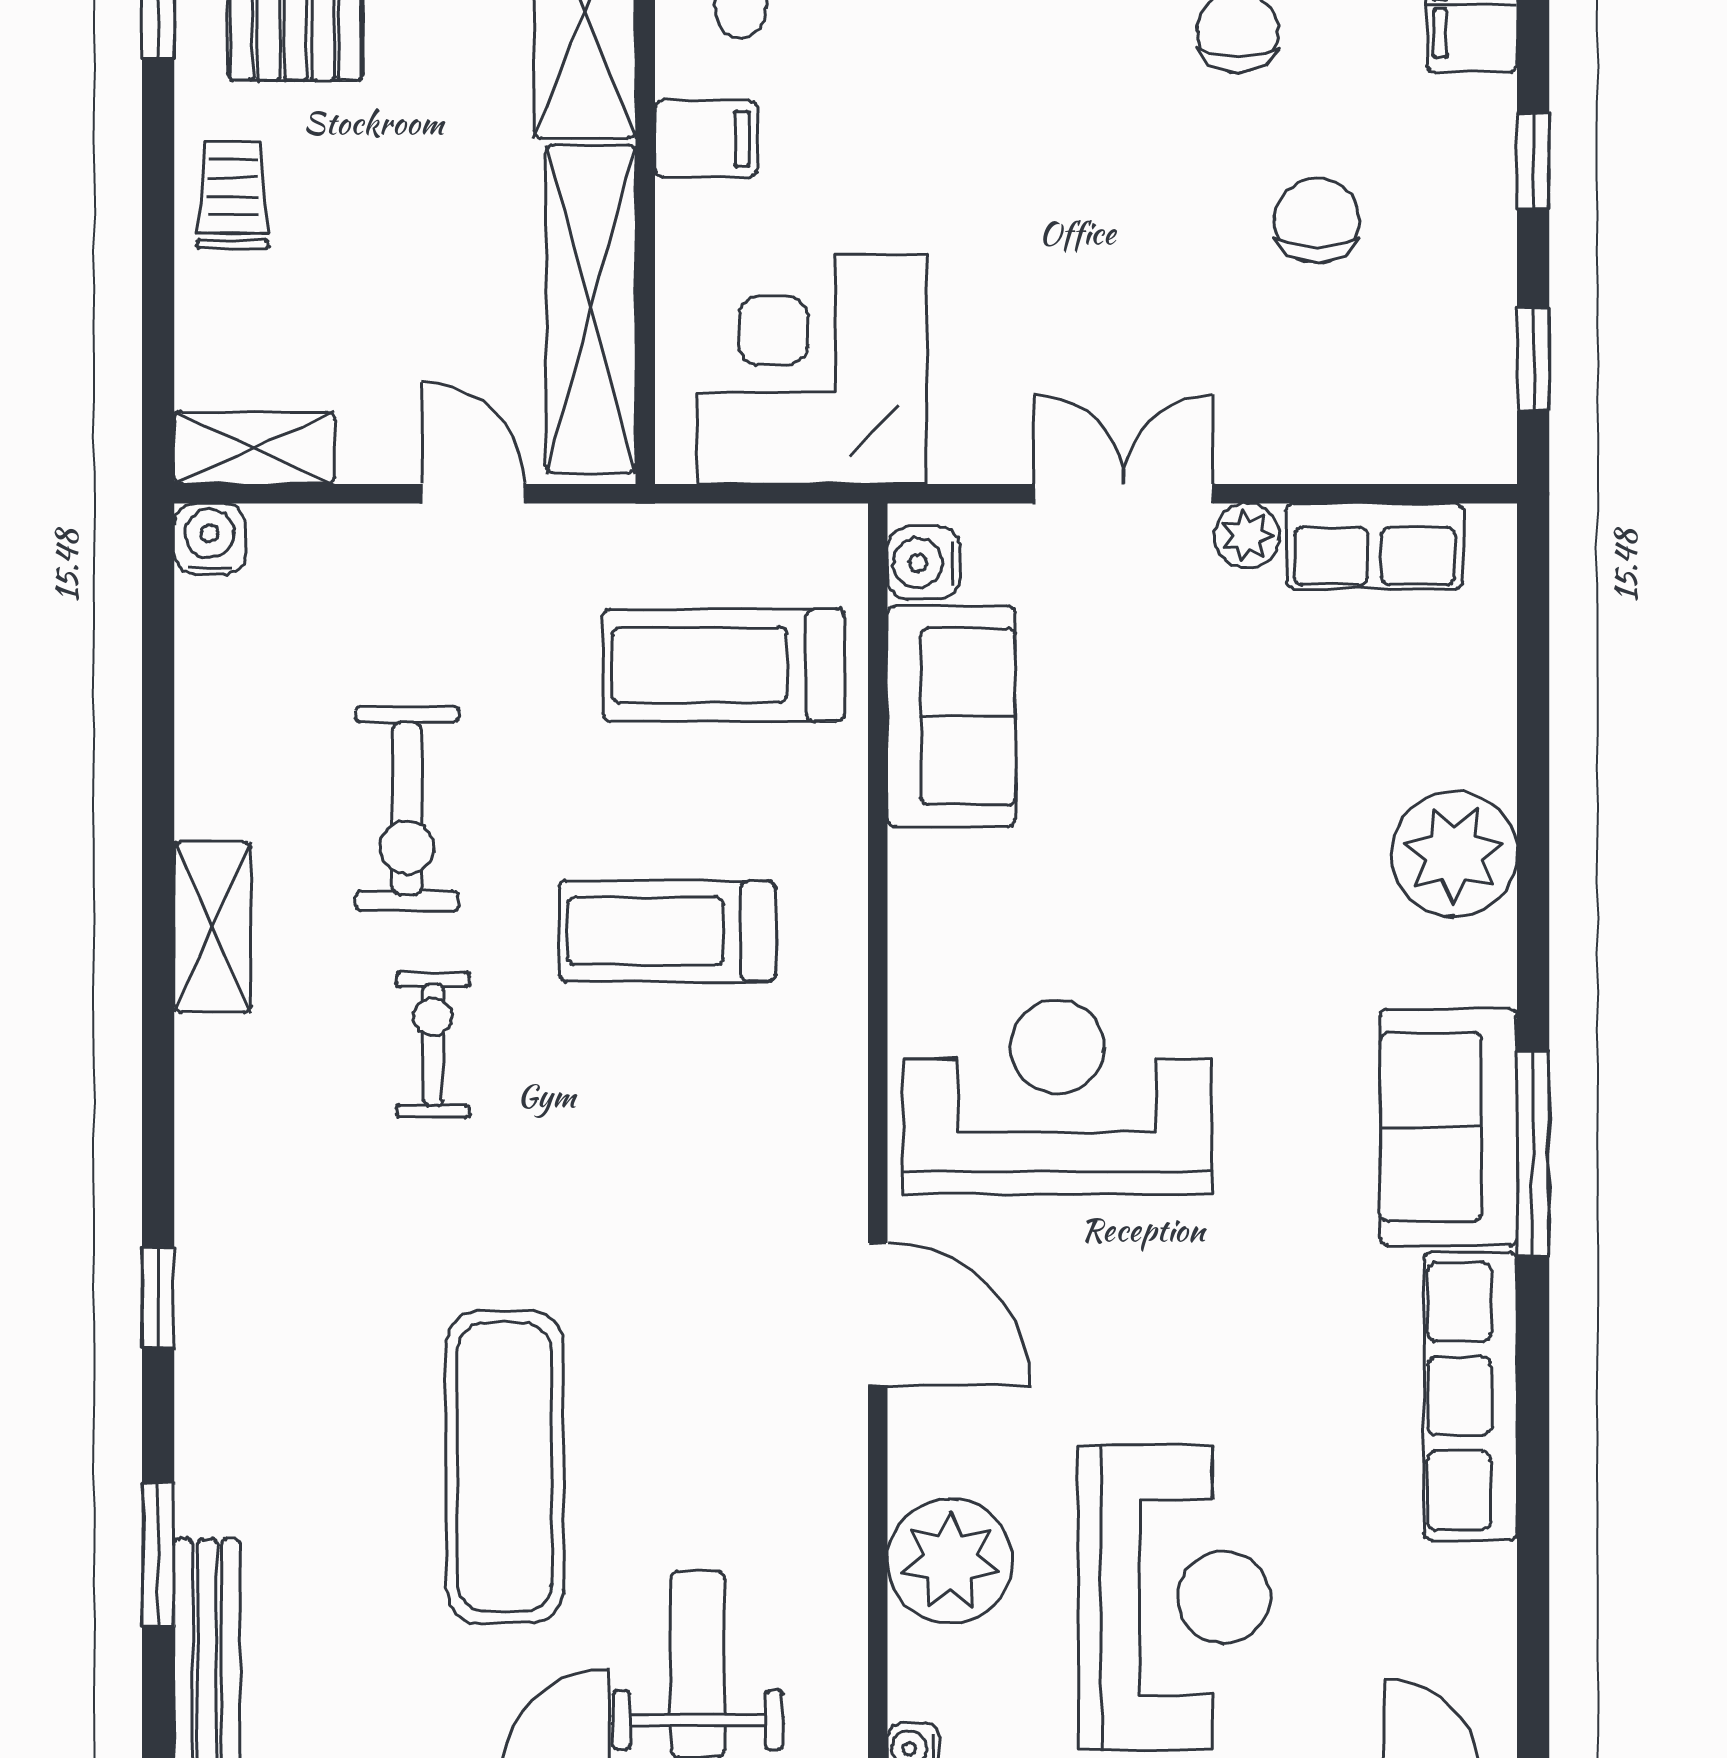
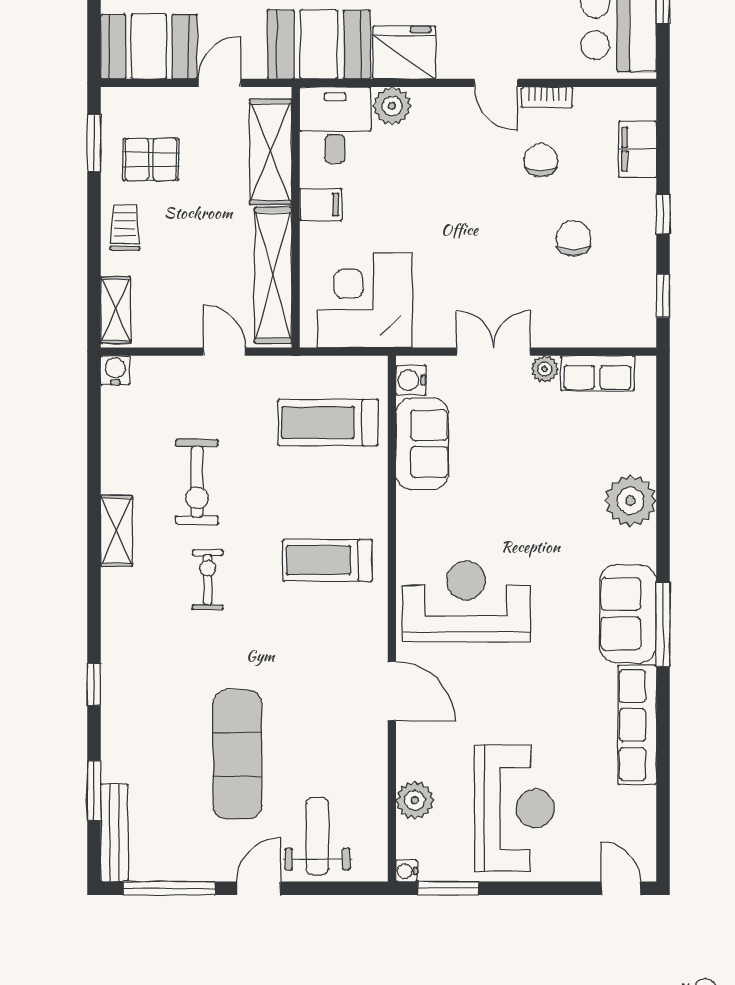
shelving: (254, 448) -> (115, 310), moved, turned 90
treadmill: (667, 931) -> (327, 560), moved
plant: (950, 1561) -> (415, 800), width x0.73, depth x0.73

